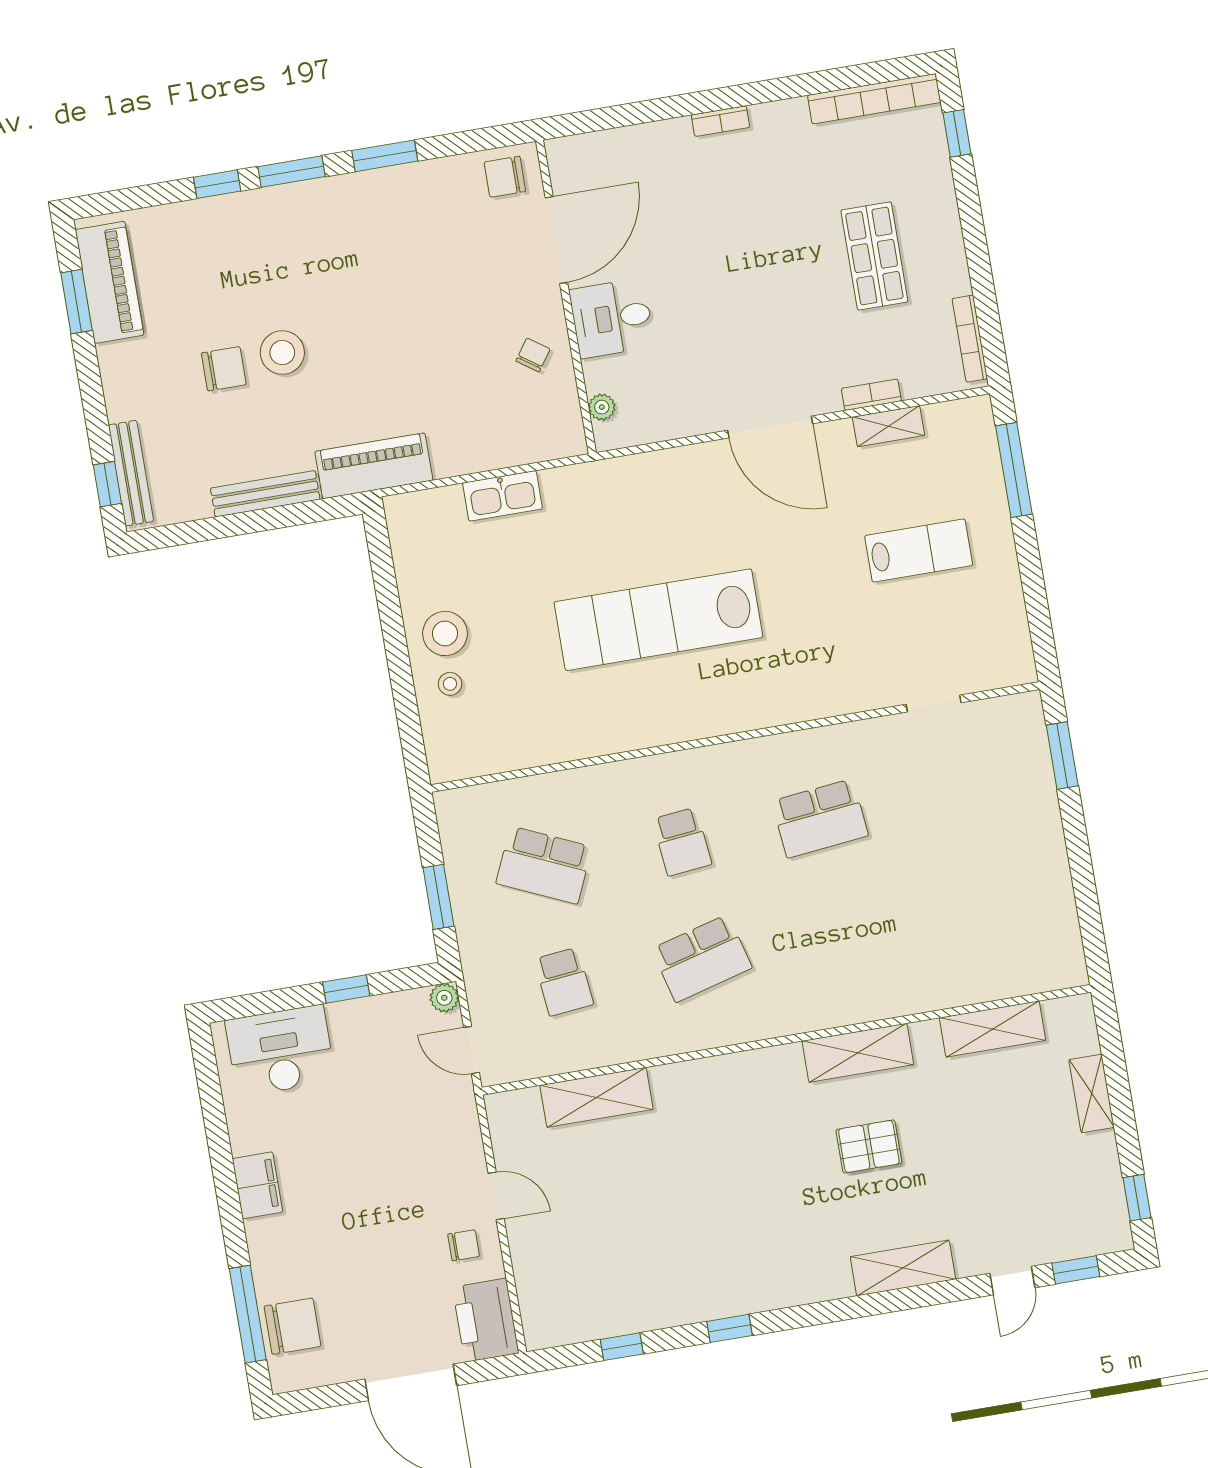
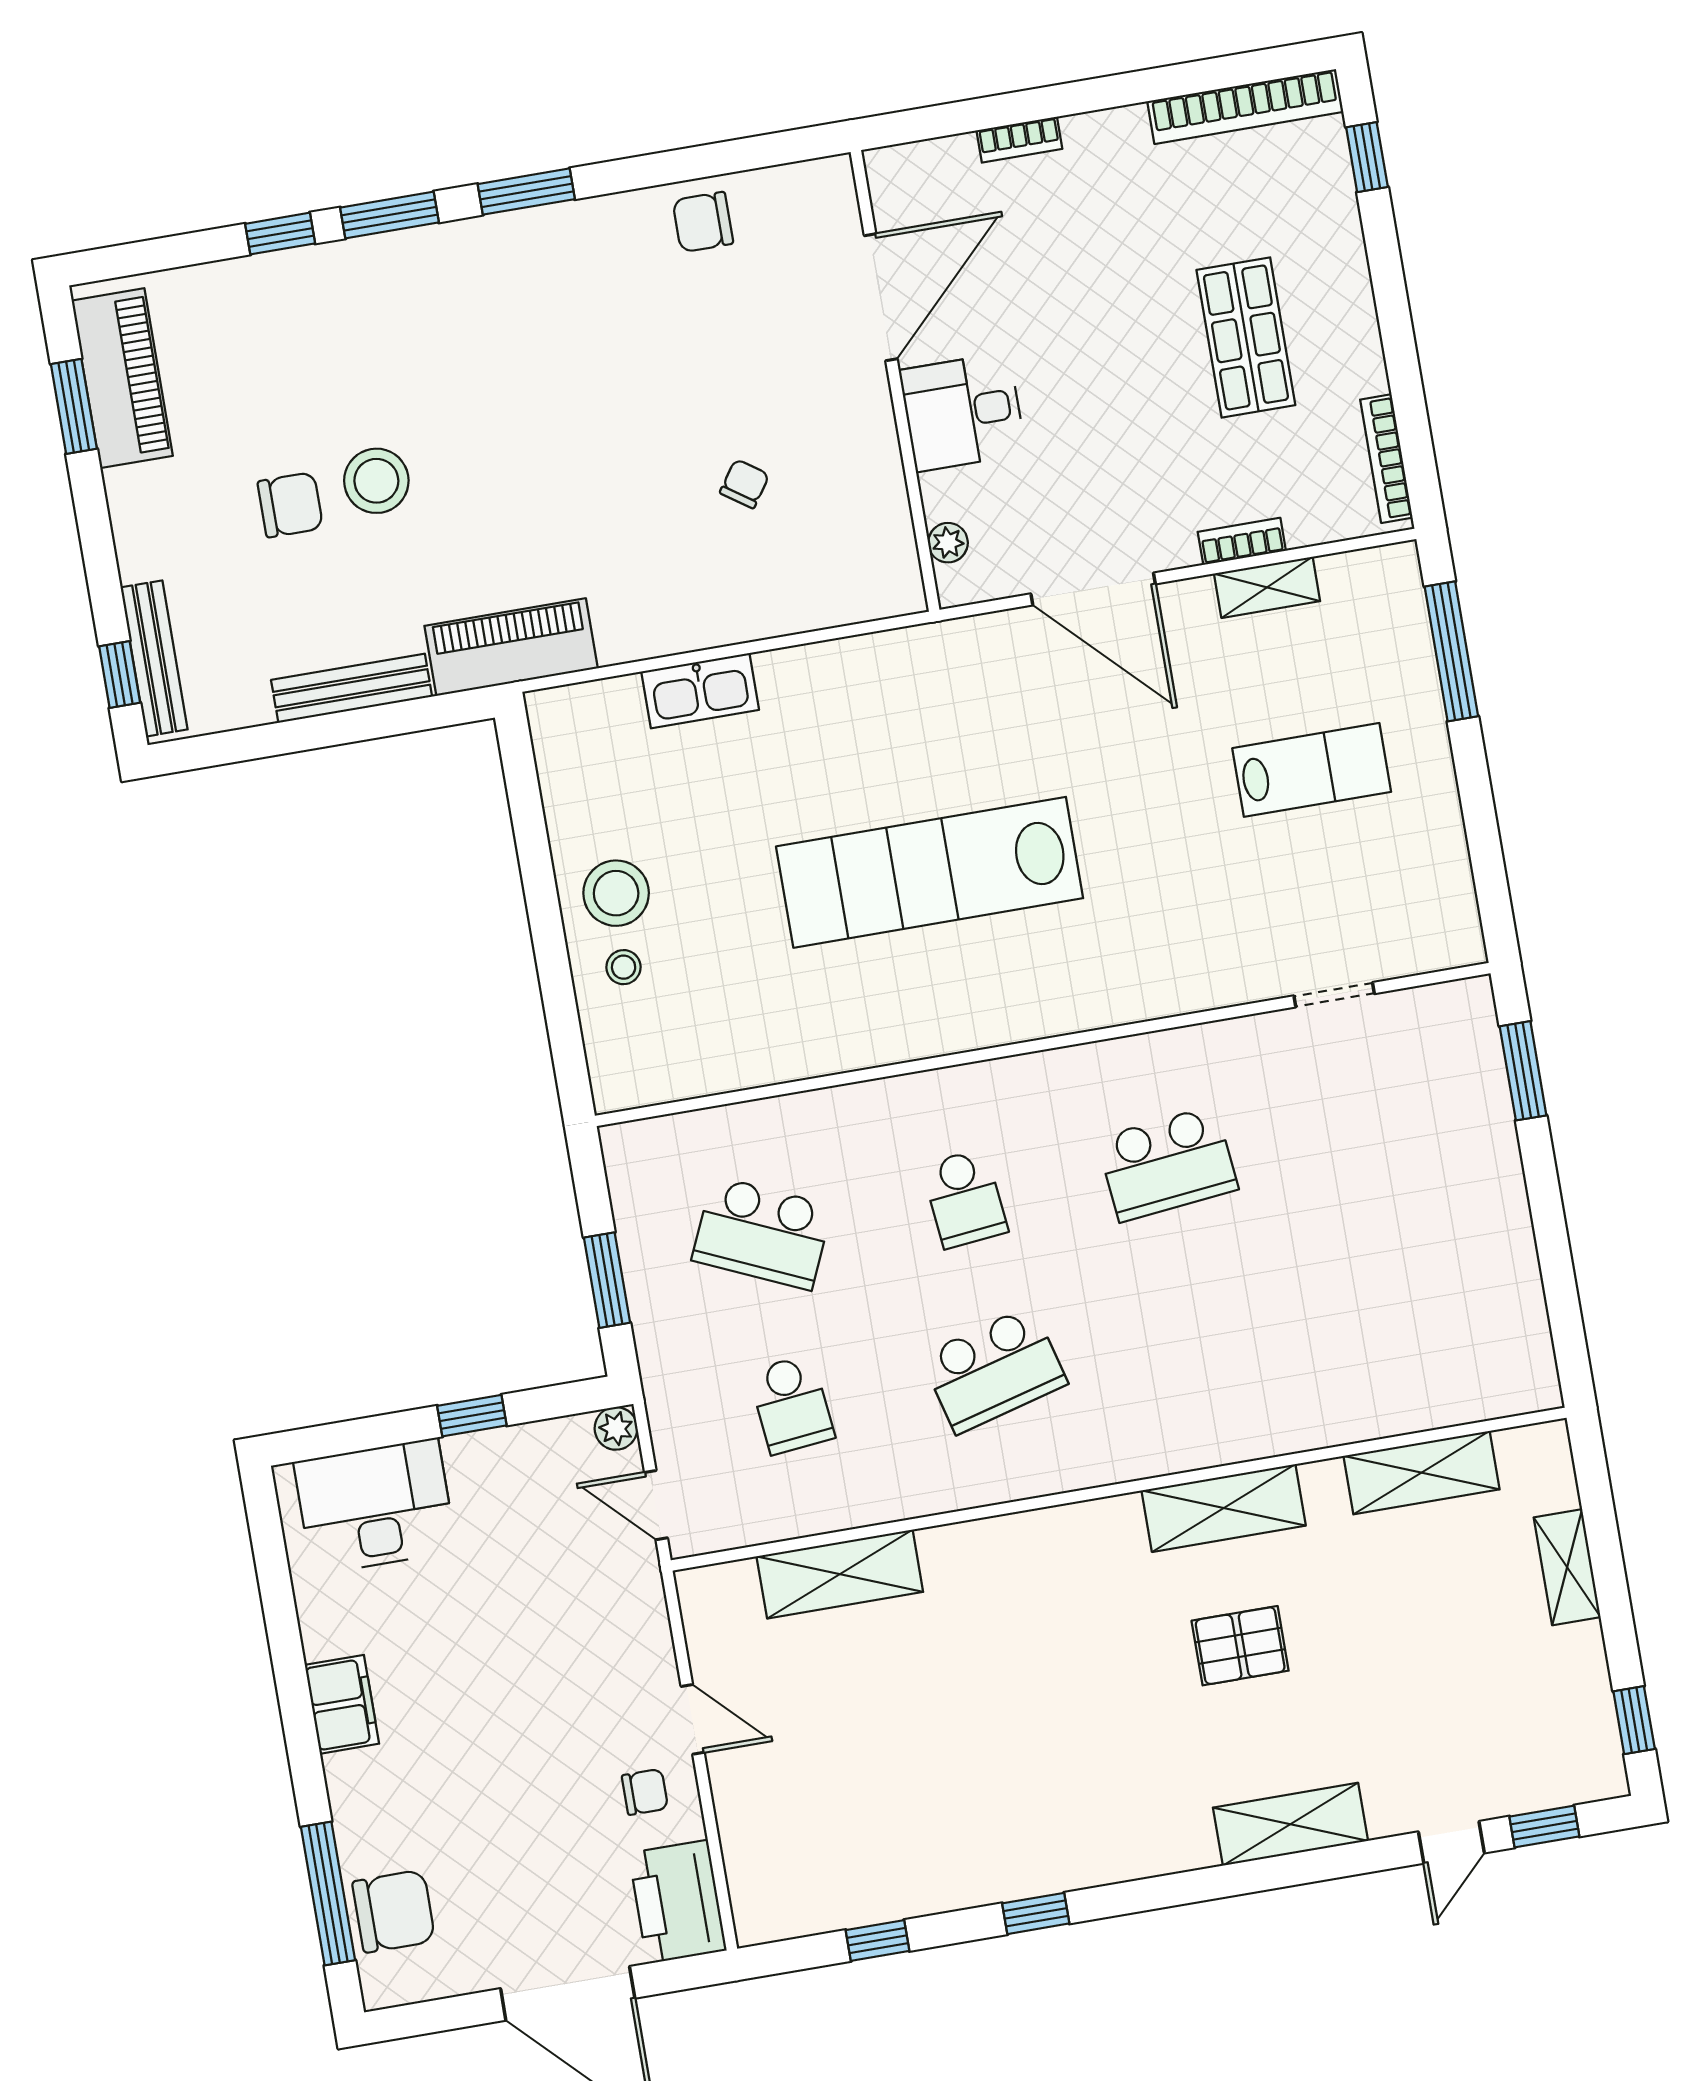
door: (556, 240) -> (881, 297), moved
wall: (566, 297) -> (895, 381), moved
desk: (612, 318) -> (962, 412), moved
plant: (602, 407) -> (948, 543), moved

